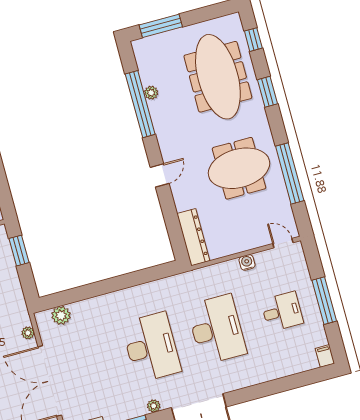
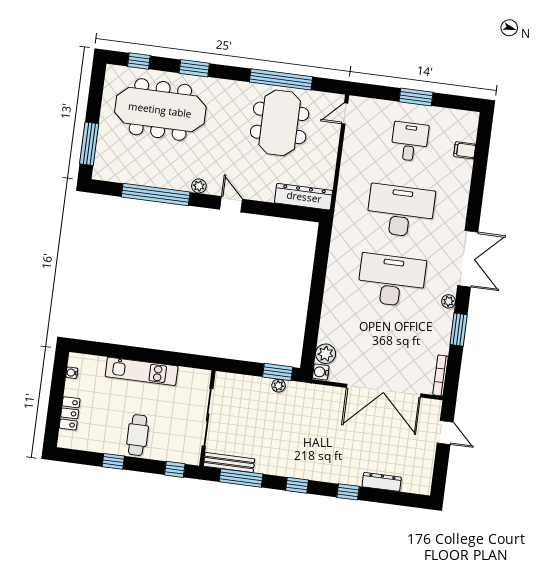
plant: (151, 93) -> (199, 186), moved
meeting table: (239, 168) -> (280, 123), moved
window: (19, 251) -> (278, 372), moved
water cooler: (247, 262) -> (321, 372), moved
window: (324, 301) -> (416, 97), width x0.69
plant: (28, 333) -> (278, 386), moved
filing cabinet: (325, 356) -> (465, 150), moved

